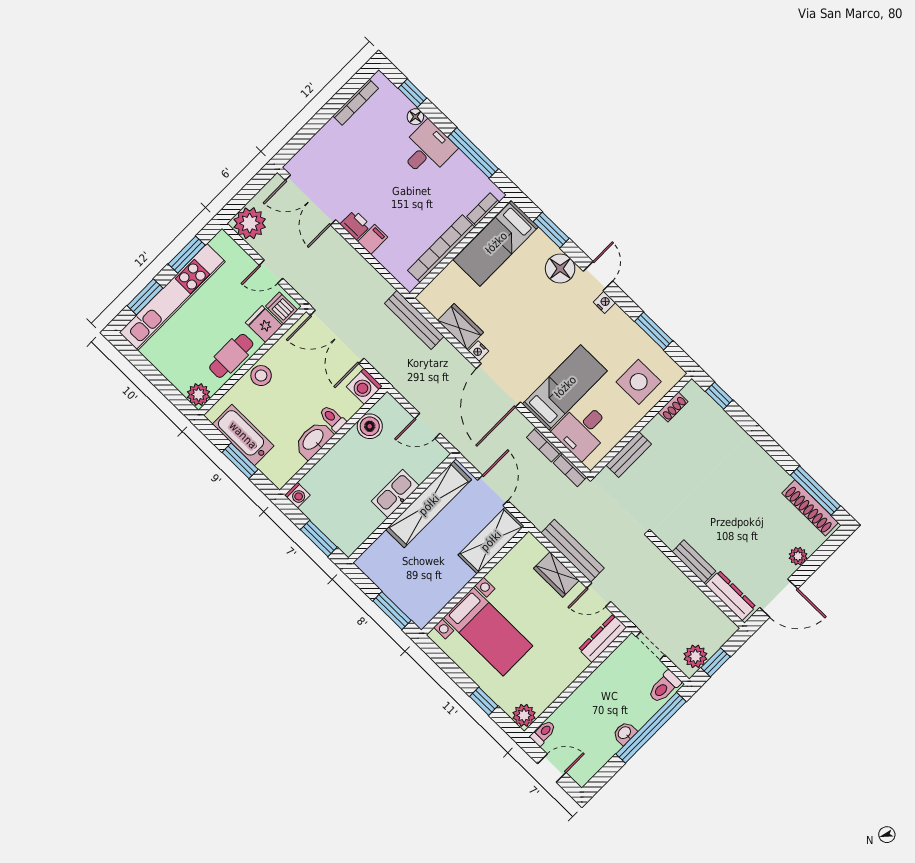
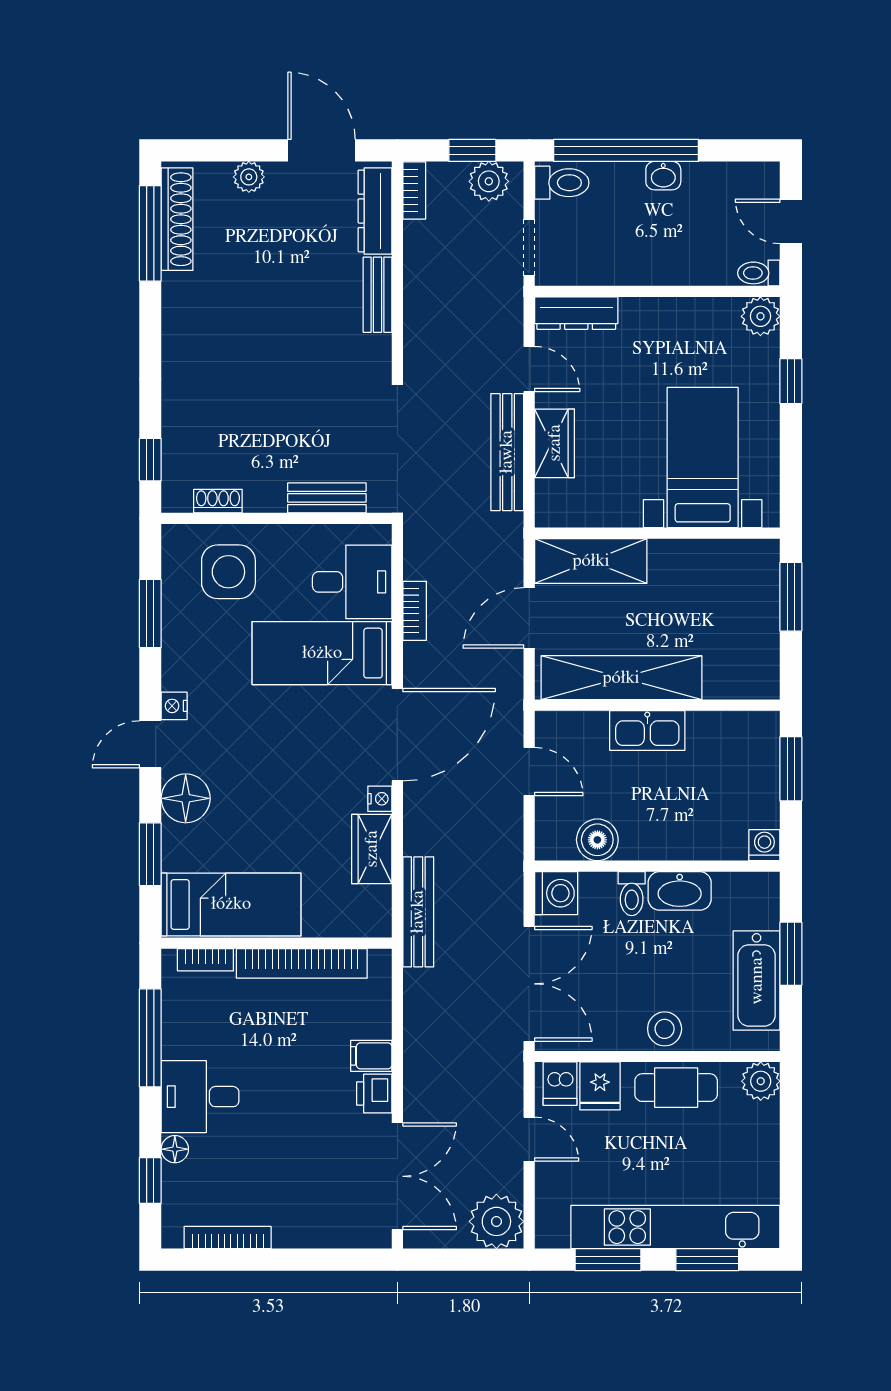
bookcase: (570, 470) -> (414, 191), moved

